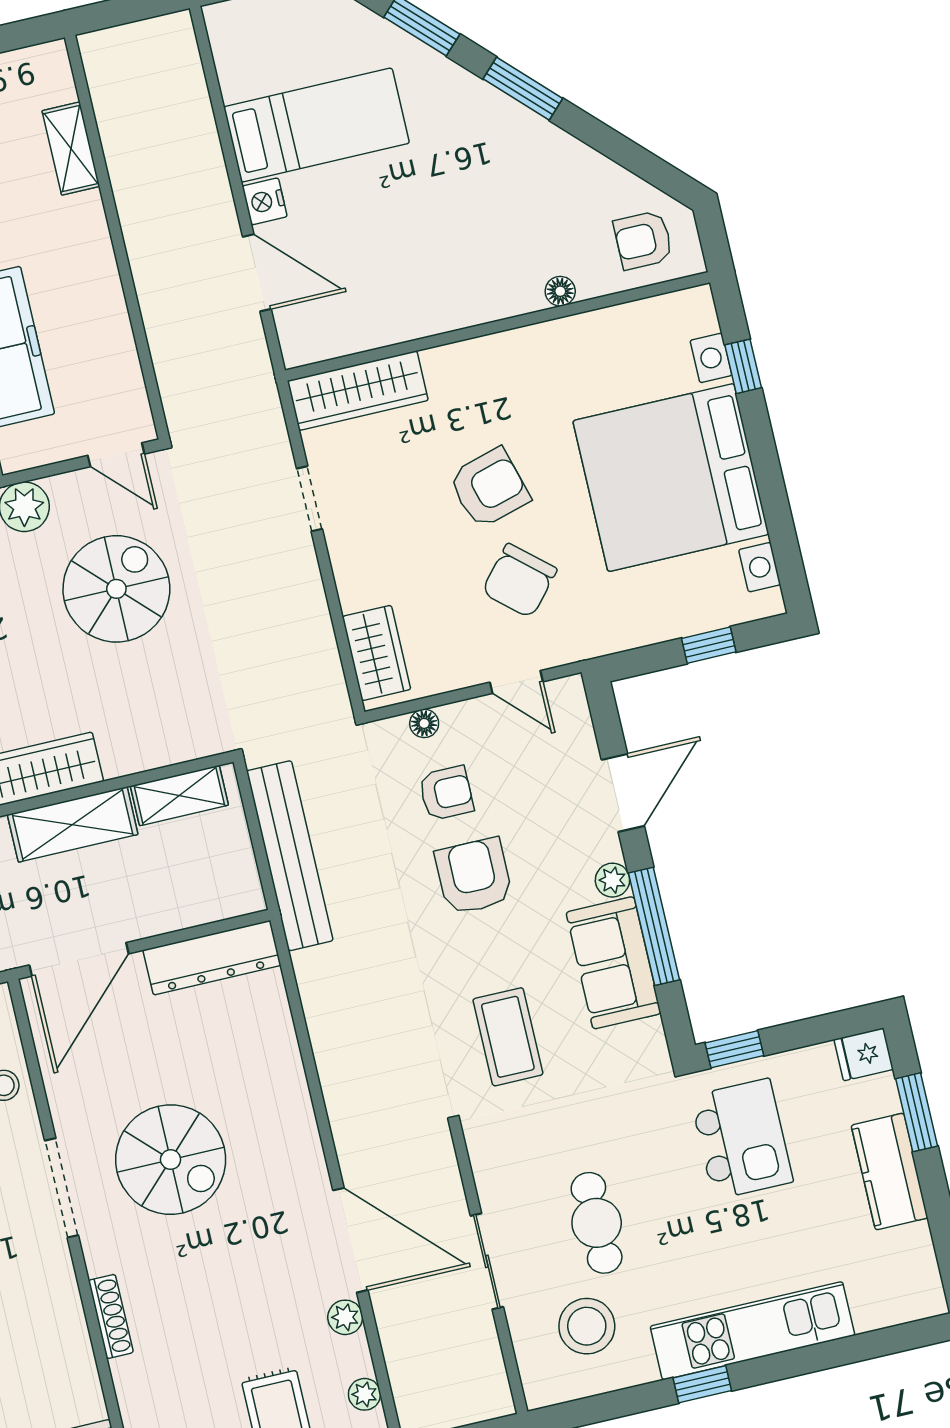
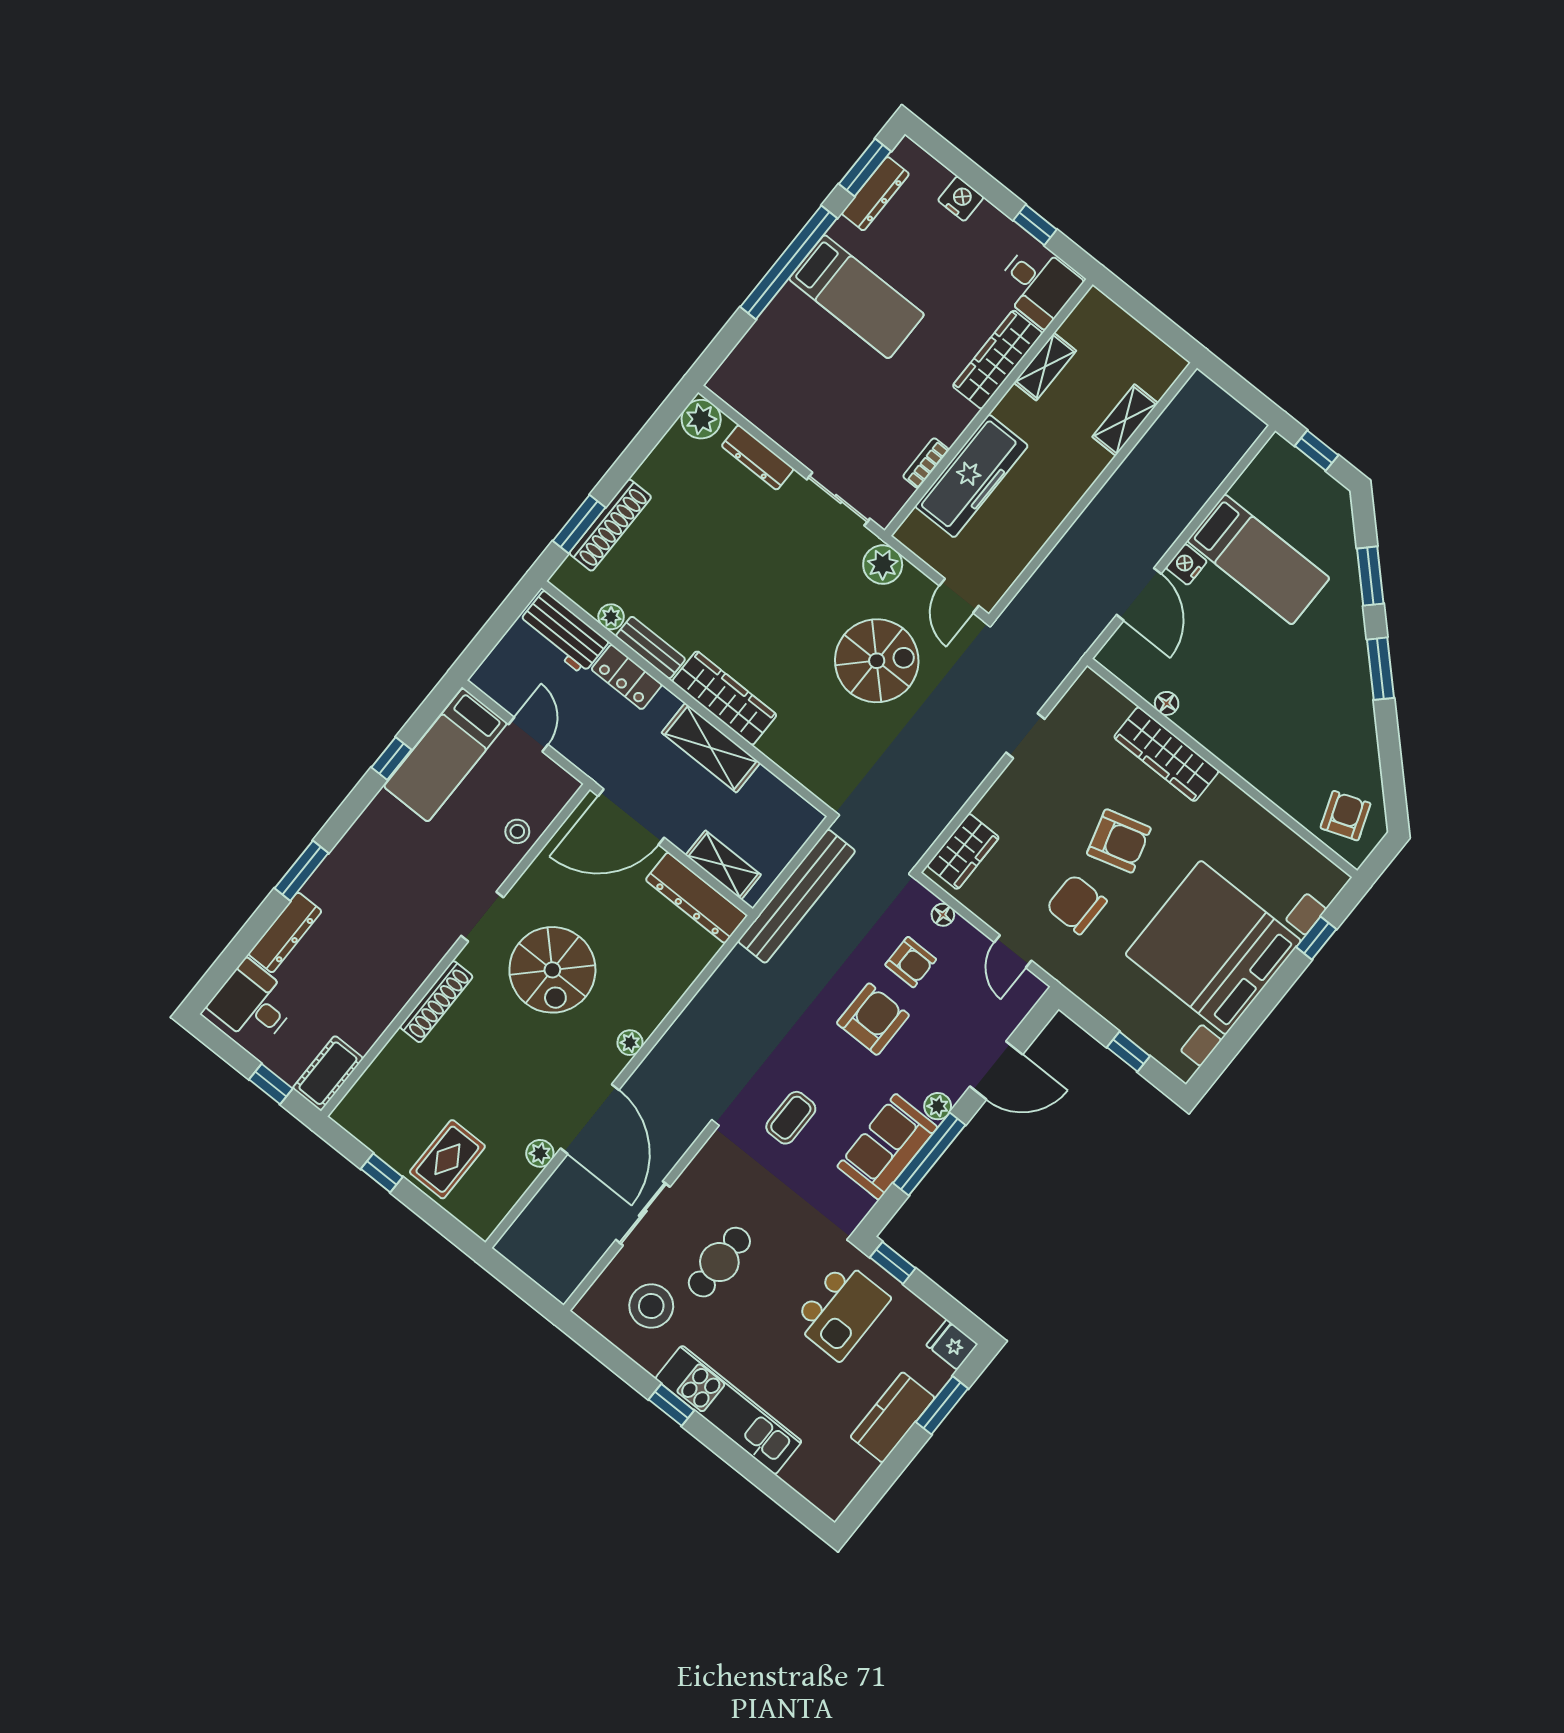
armchair: (643, 240) -> (1346, 816), turned 70
floor lamp: (560, 291) -> (1167, 703), moved
wardrobe: (358, 391) -> (1166, 754), moved
chair: (519, 581) -> (1076, 904), turned 49
shelving: (179, 796) -> (723, 865), moved
coffee table: (508, 1037) -> (791, 1118), width x0.73, depth x0.77
doorway: (62, 1188) -> (482, 917), width x0.73
shoe rack: (111, 1316) -> (436, 1002), width x1.36, depth x1.24
plant: (364, 1394) -> (630, 1043), moved

